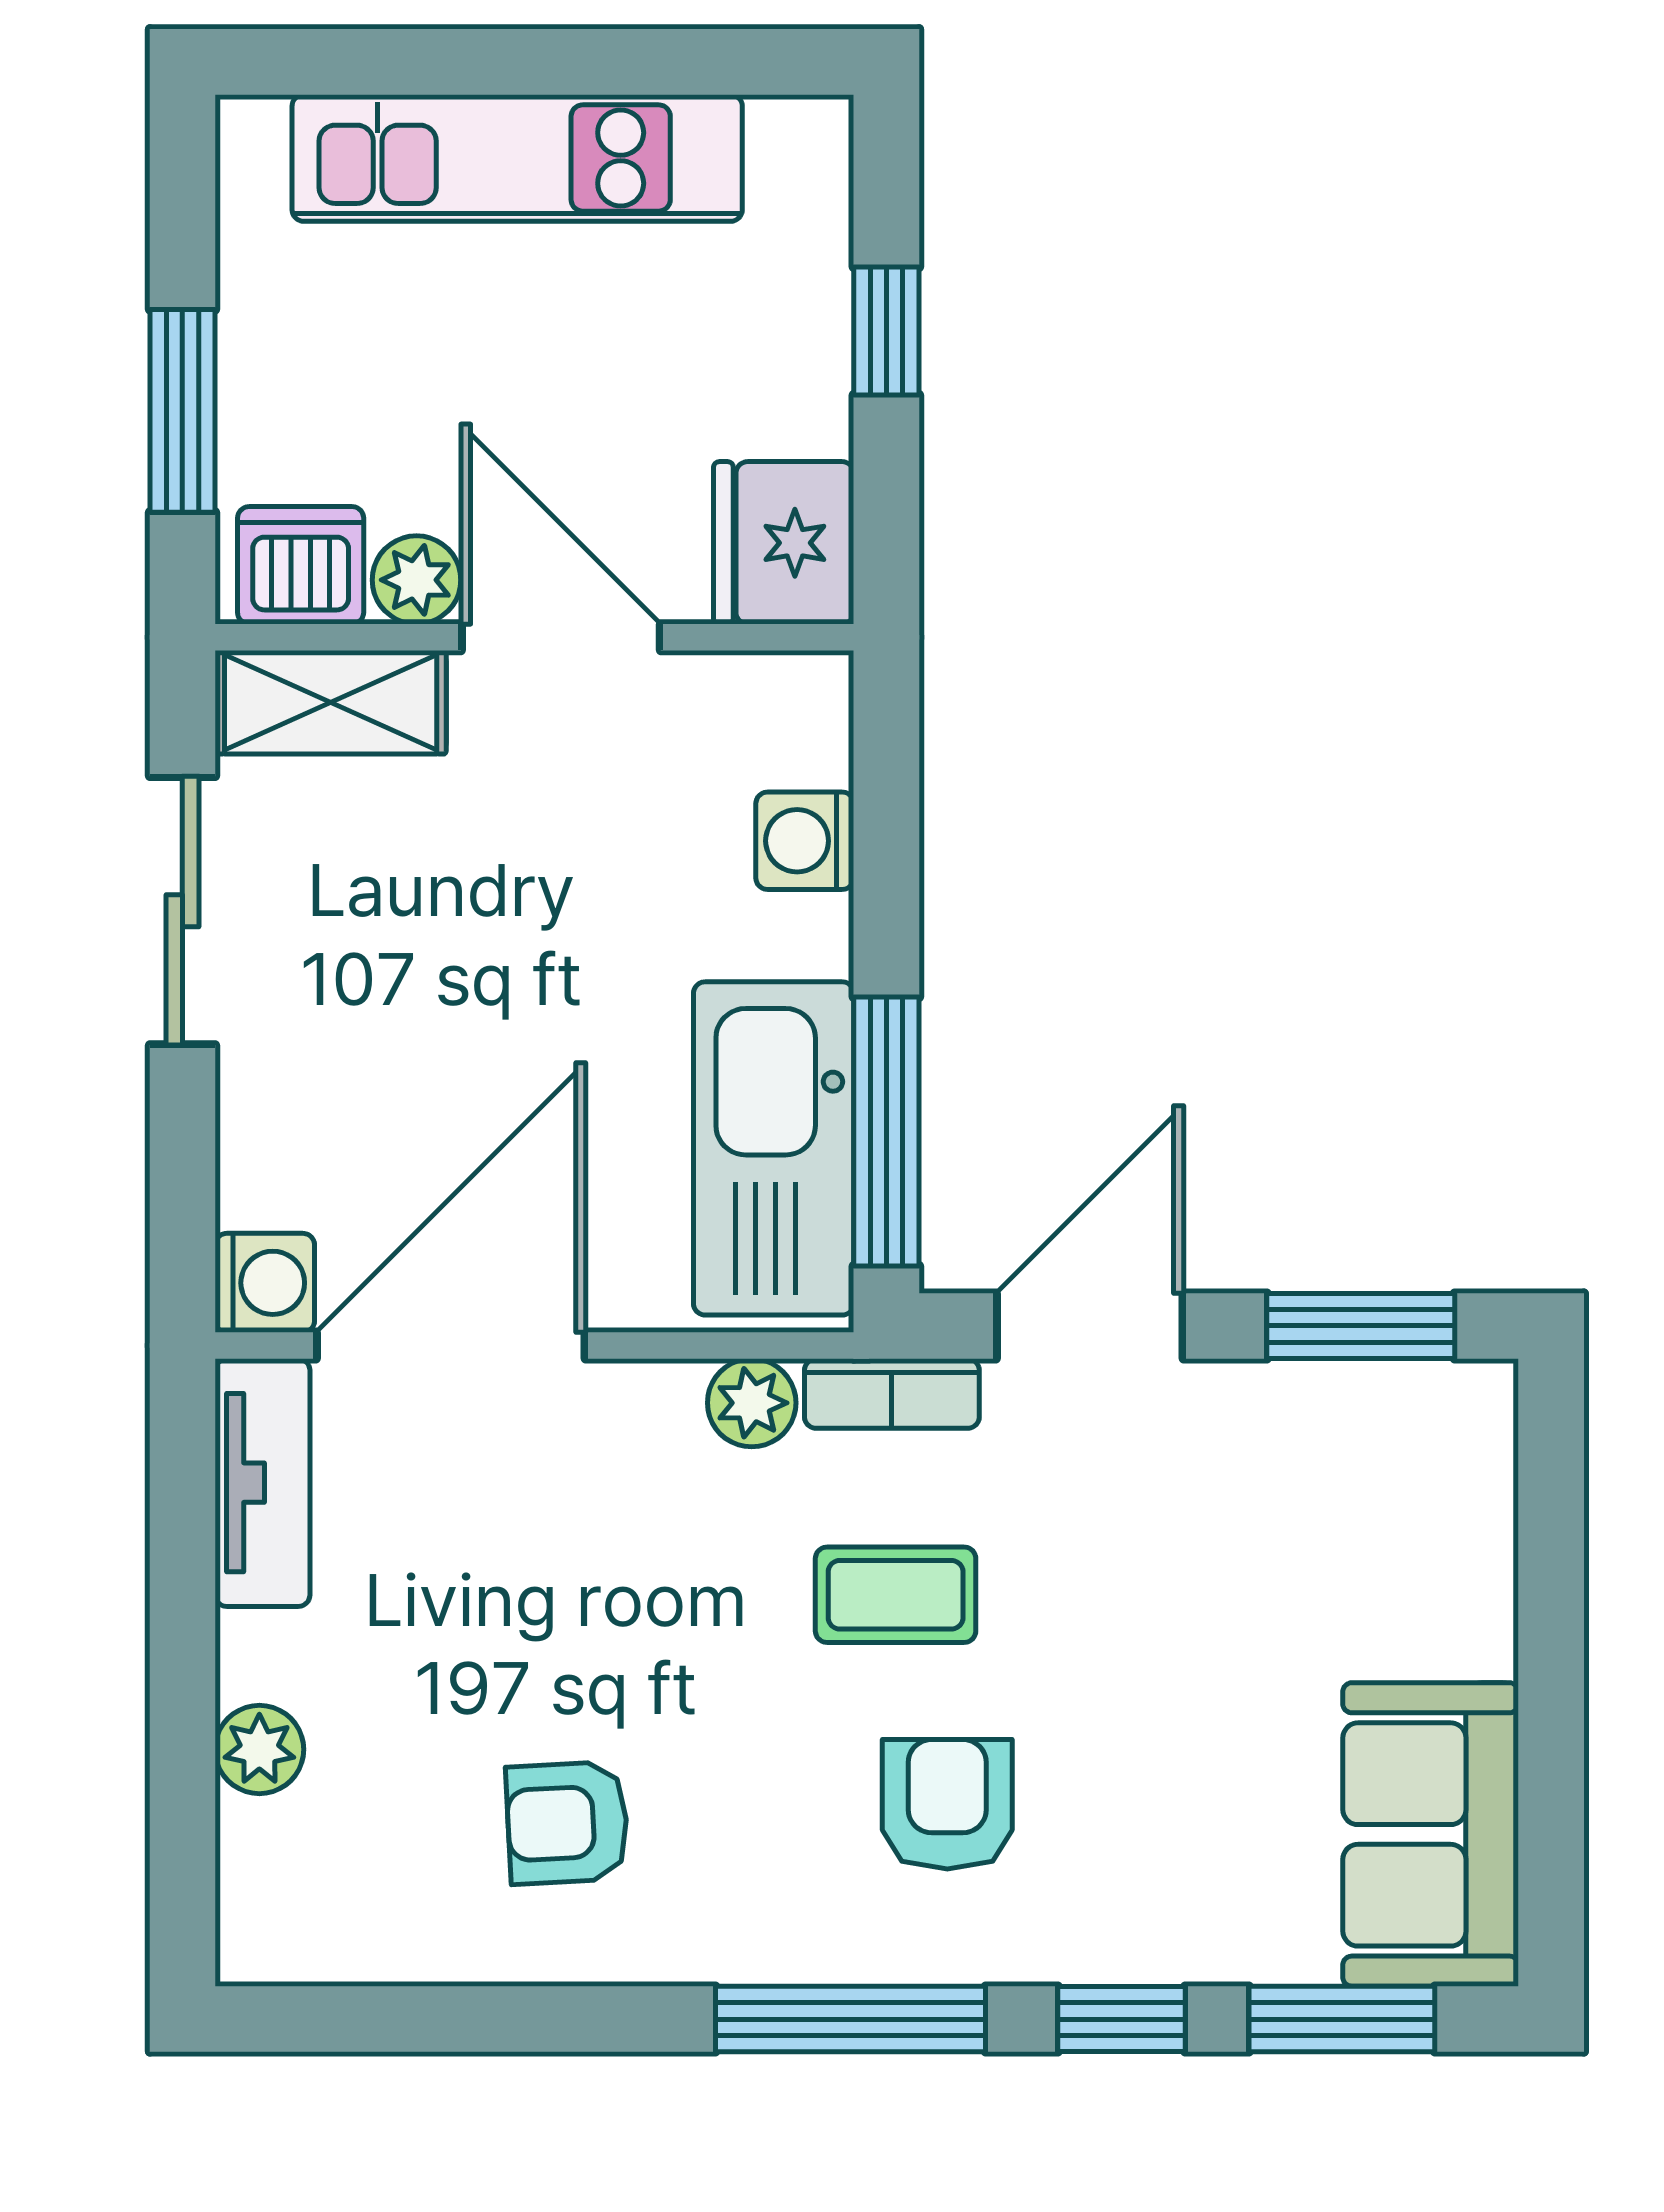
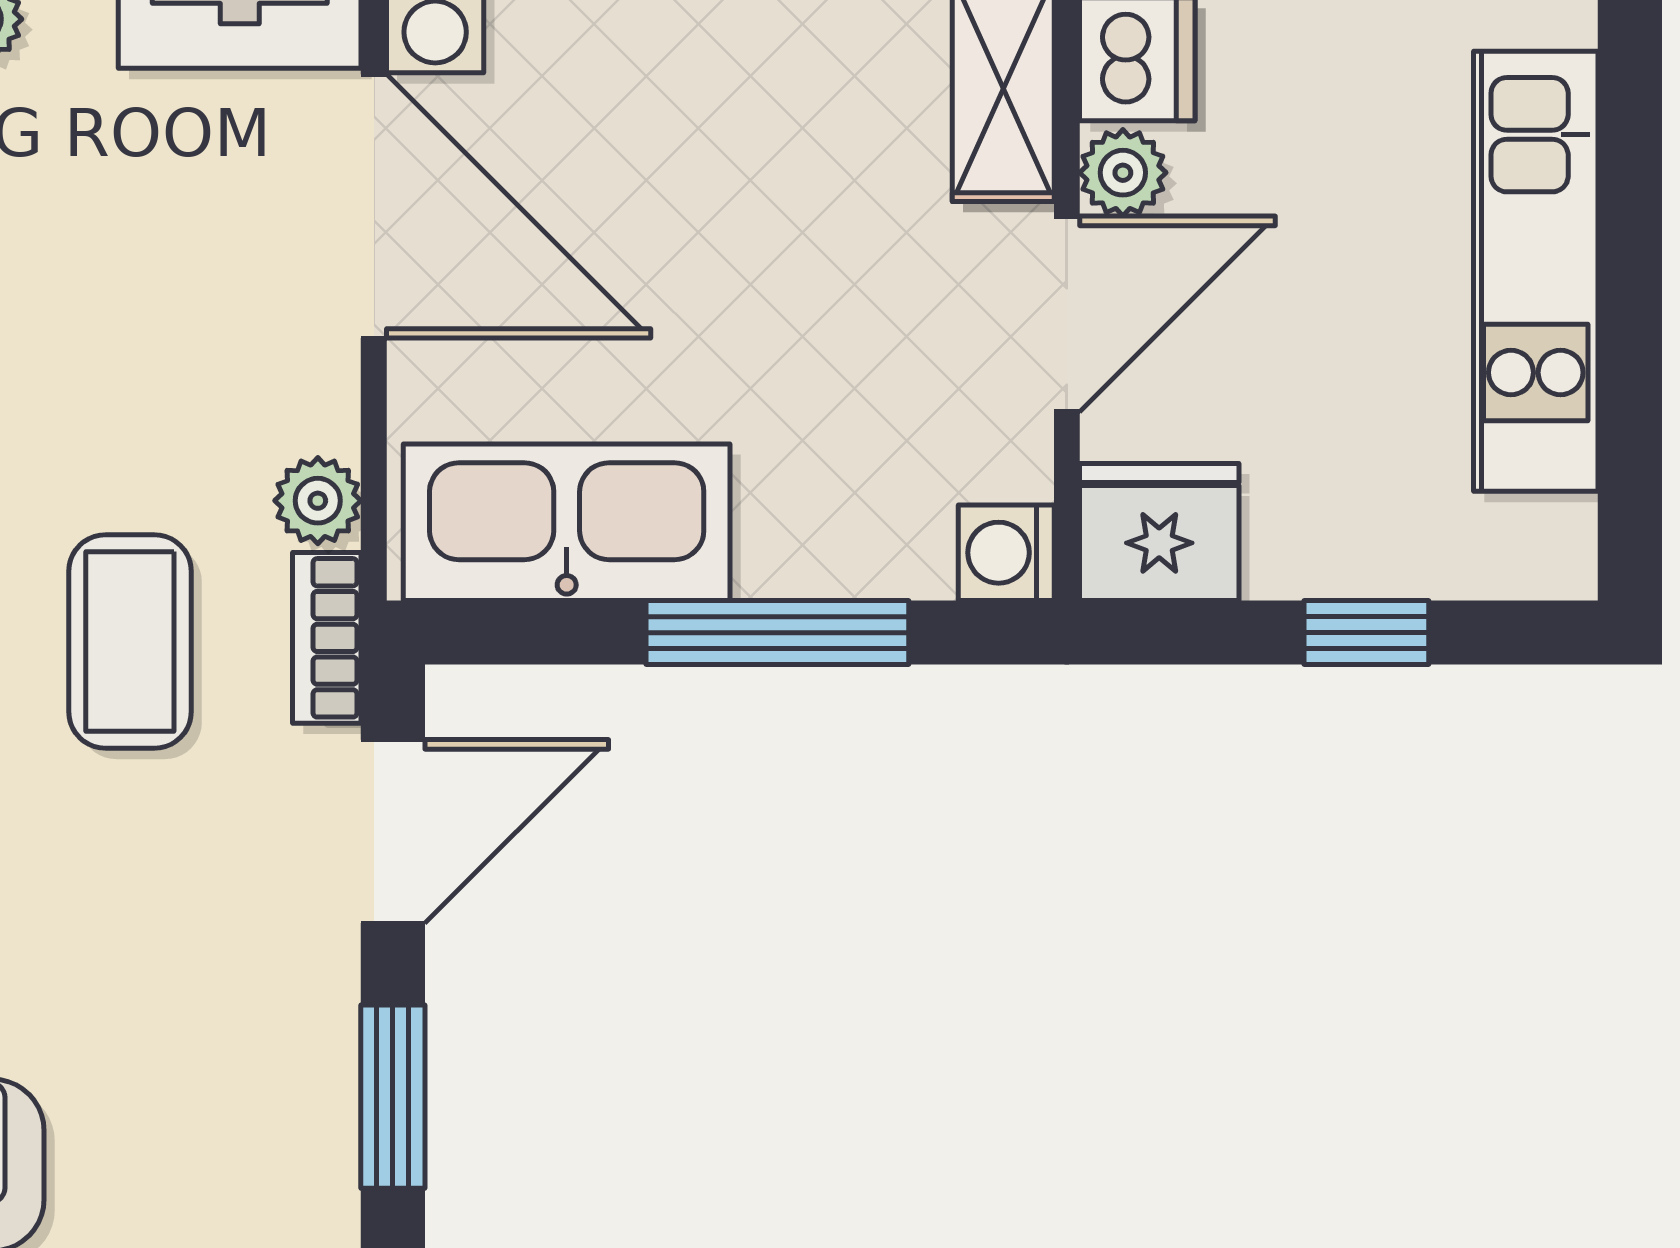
washing machine: (805, 841) -> (1006, 553), moved, turned -90
window: (886, 1131) -> (777, 633), moved
door: (1090, 1326) -> (393, 831), hinge flipped
coffee table: (896, 1595) -> (130, 641), width x1.36, depth x1.30

